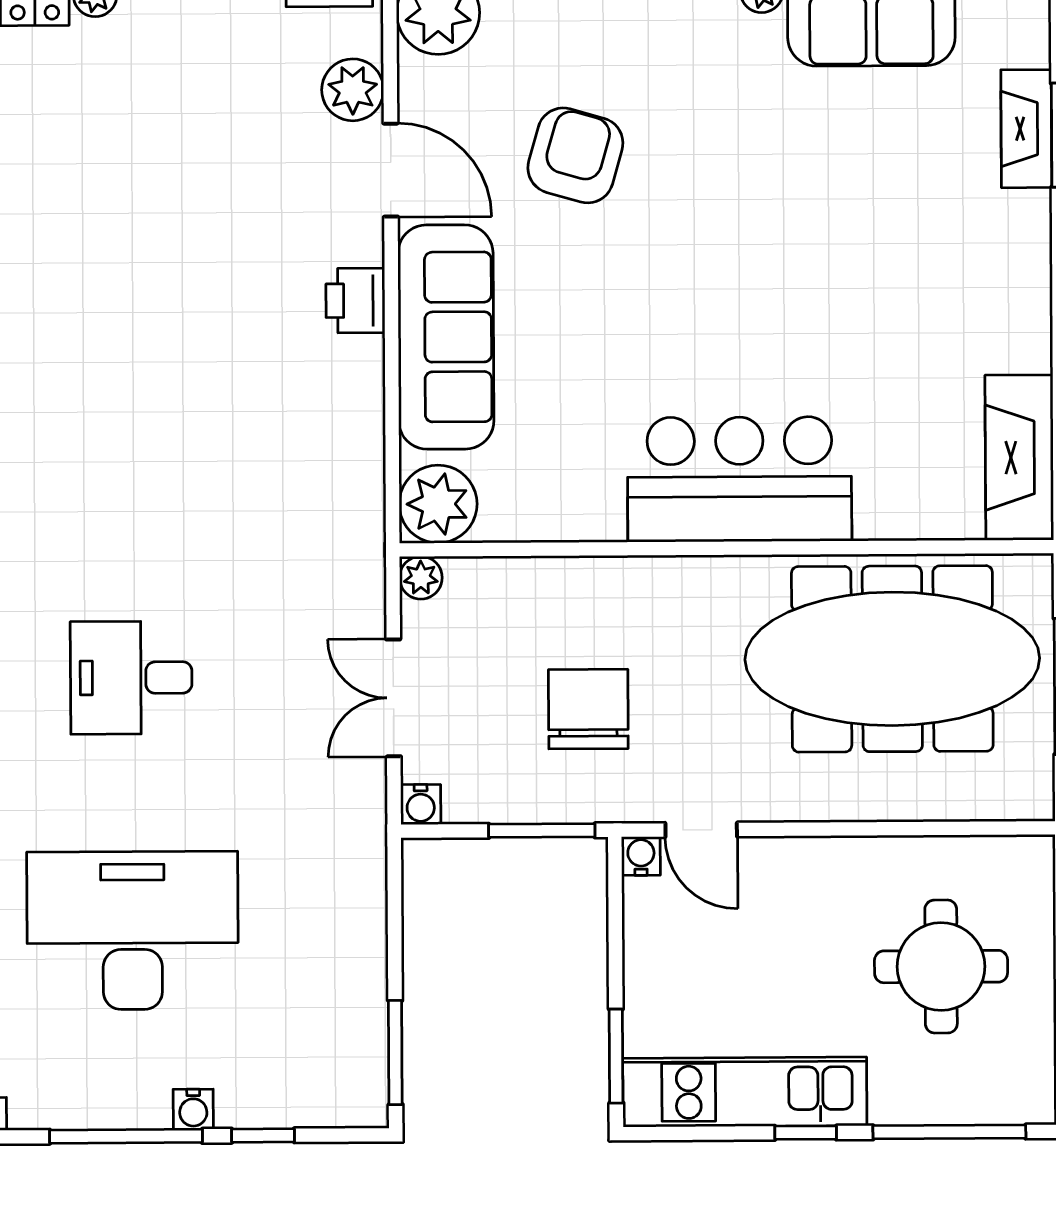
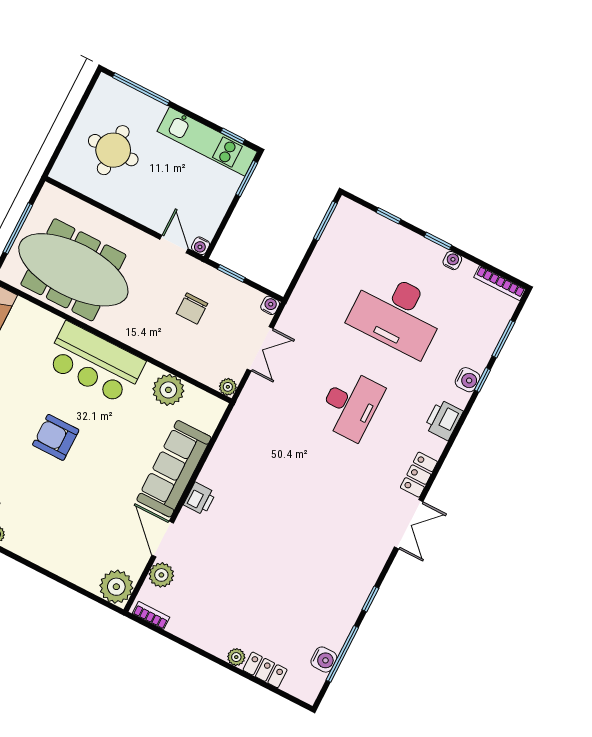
armchair: (575, 155) -> (56, 437), moved, turned 74
plant: (438, 504) -> (168, 390), moved
desk: (131, 678) -> (351, 405), width x1.37
chair: (588, 709) -> (192, 308), width x0.73, depth x0.73
window: (542, 831) -> (231, 273), width x0.67
water cooler: (193, 1109) -> (452, 261), moved
window: (806, 1133) -> (233, 136), moved
window: (126, 1136) -> (438, 241), width x0.46

